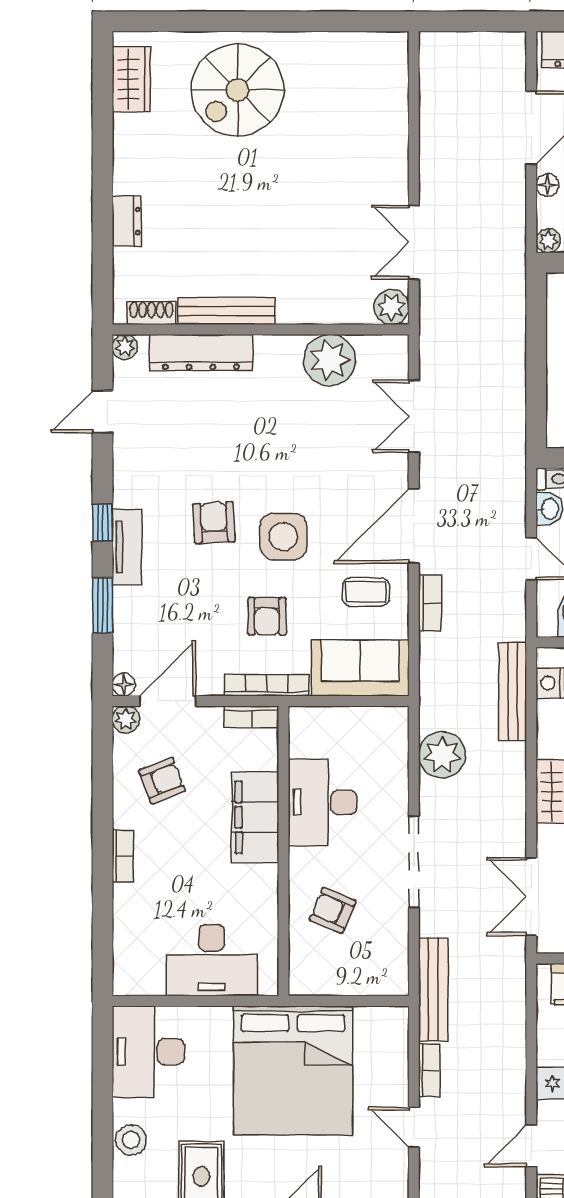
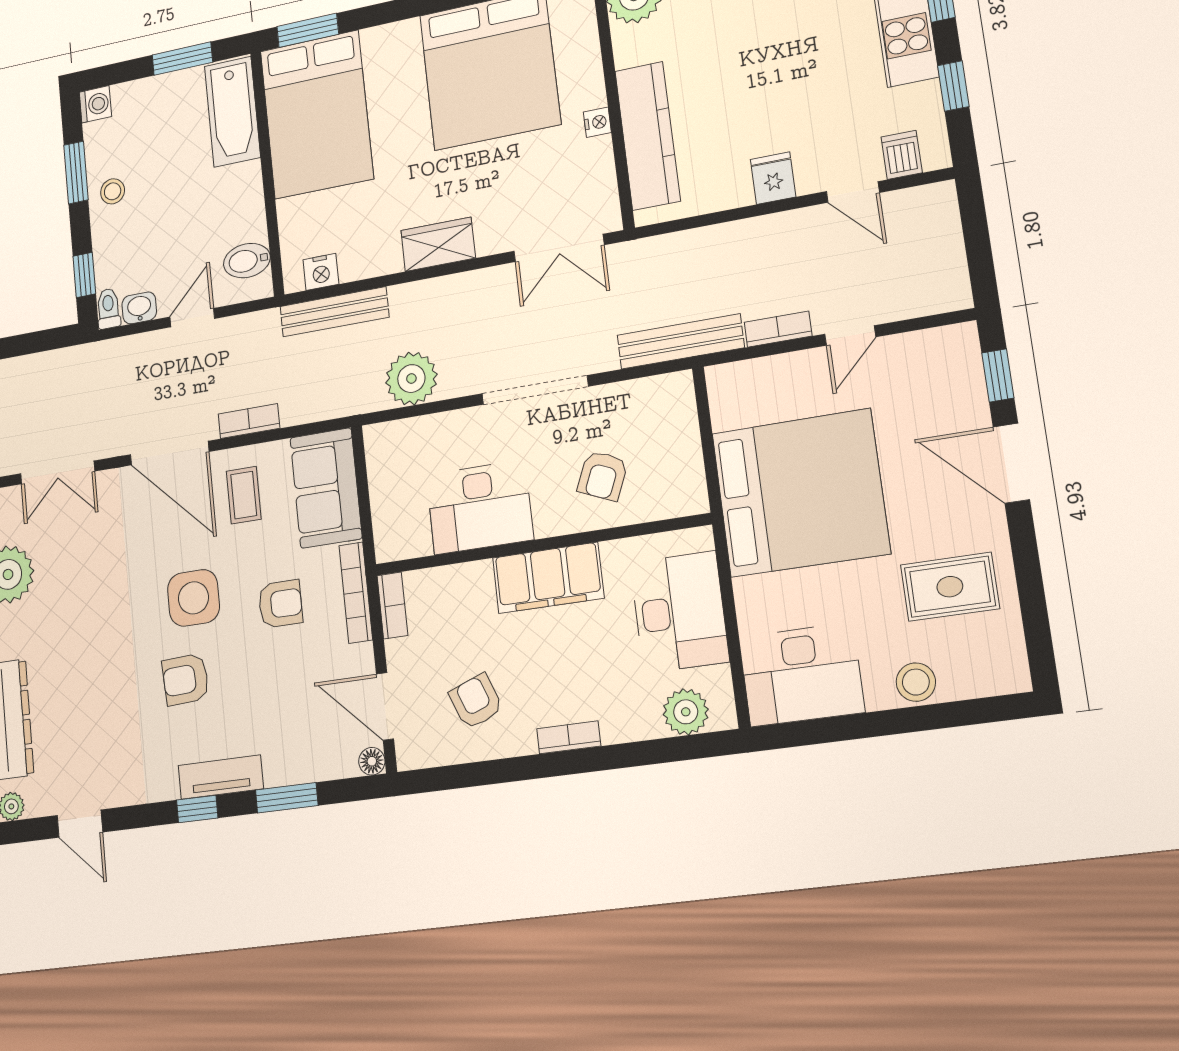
plant: (126, 719) -> (686, 712), moved, width x1.38, depth x1.38
filing cabinet: (255, 817) -> (548, 578), moved

